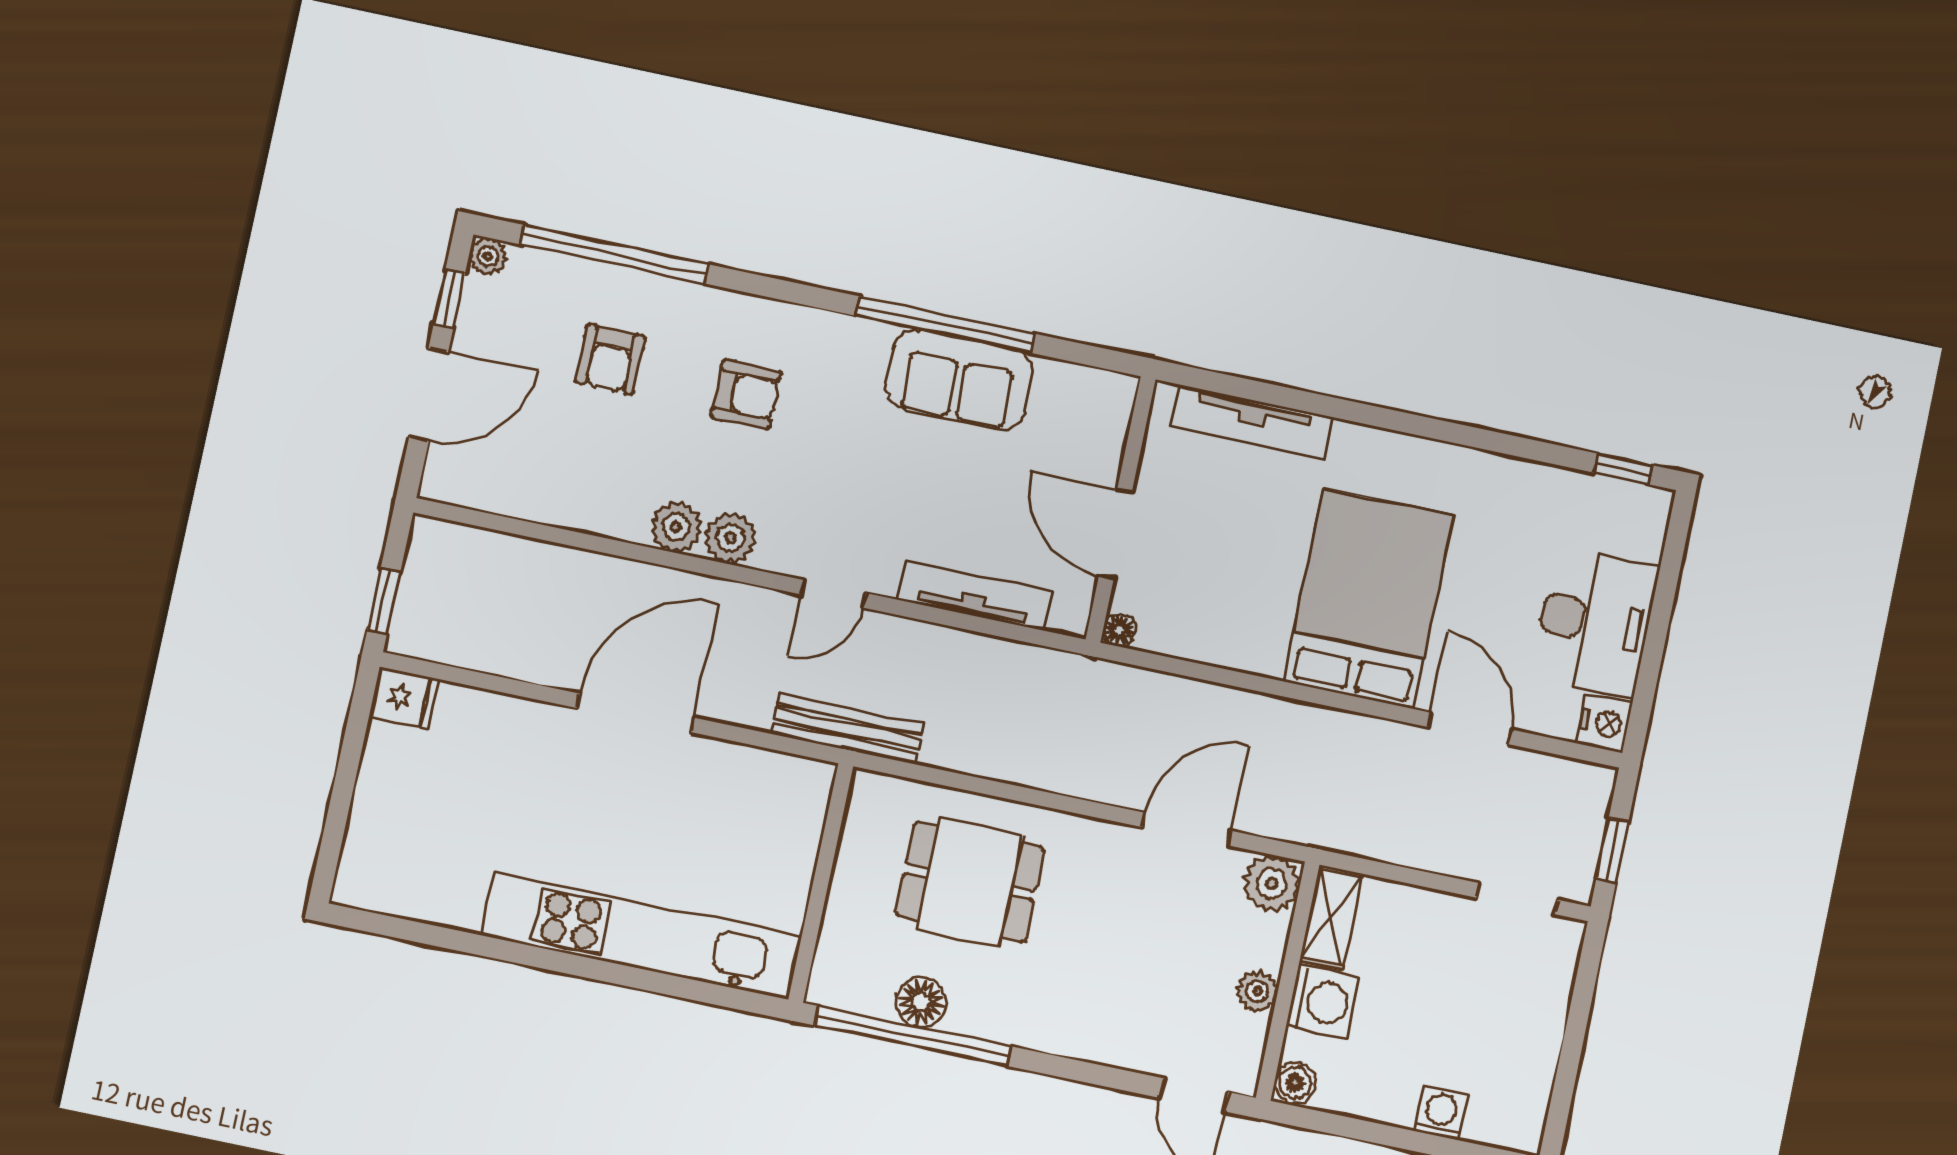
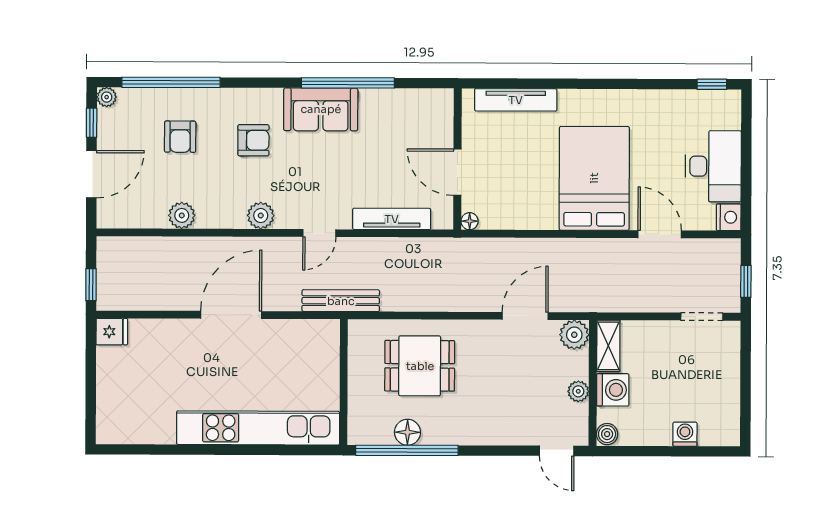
sofa: (959, 379) -> (321, 109), moved
plant: (676, 527) -> (182, 215), moved

